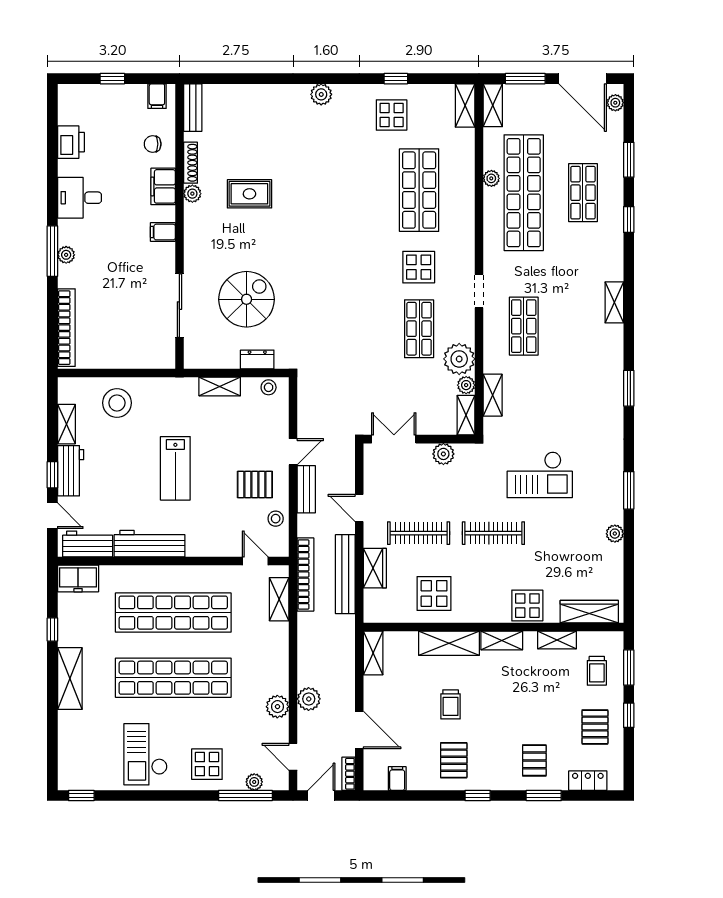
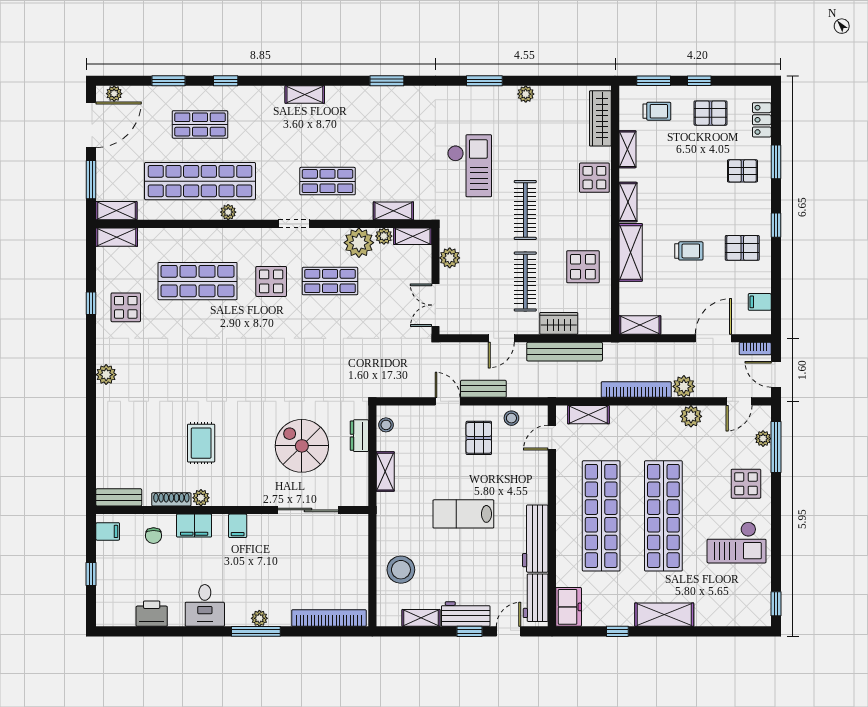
plant: (491, 178) -> (228, 212), moved
lab bench: (175, 468) -> (463, 514), turned 180
bookcase: (305, 575) -> (636, 390), moved

